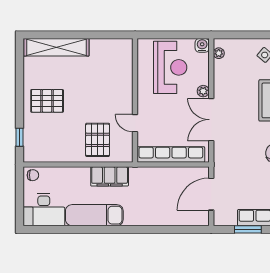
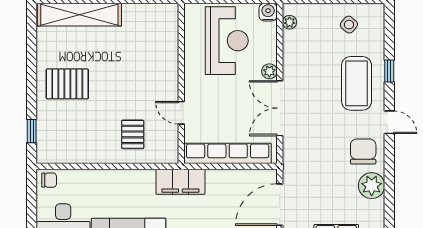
pallet: (98, 140) -> (133, 134), width x0.67, depth x0.71
filing cabinet: (110, 176) -> (180, 182), moved

